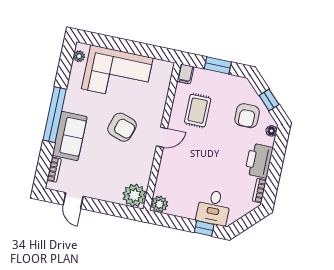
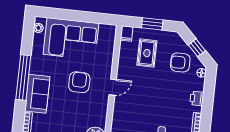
rug: (198, 111) -> (147, 53), moved
armchair: (247, 116) -> (180, 62), turned 90
armchair: (122, 127) -> (79, 82), turned -108
printer: (259, 161) -> (197, 98), width x0.53, depth x0.68

